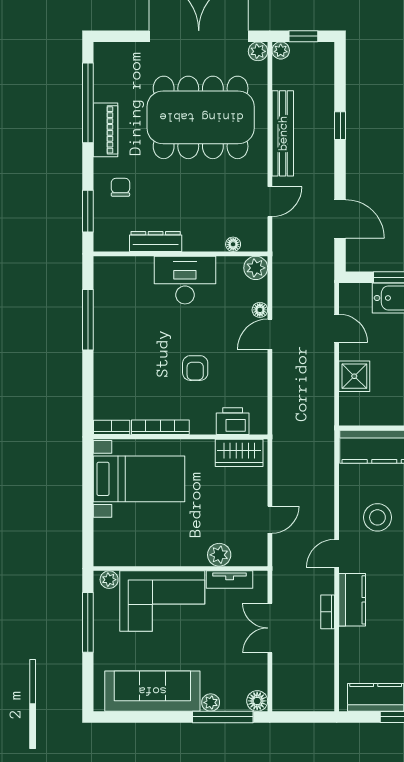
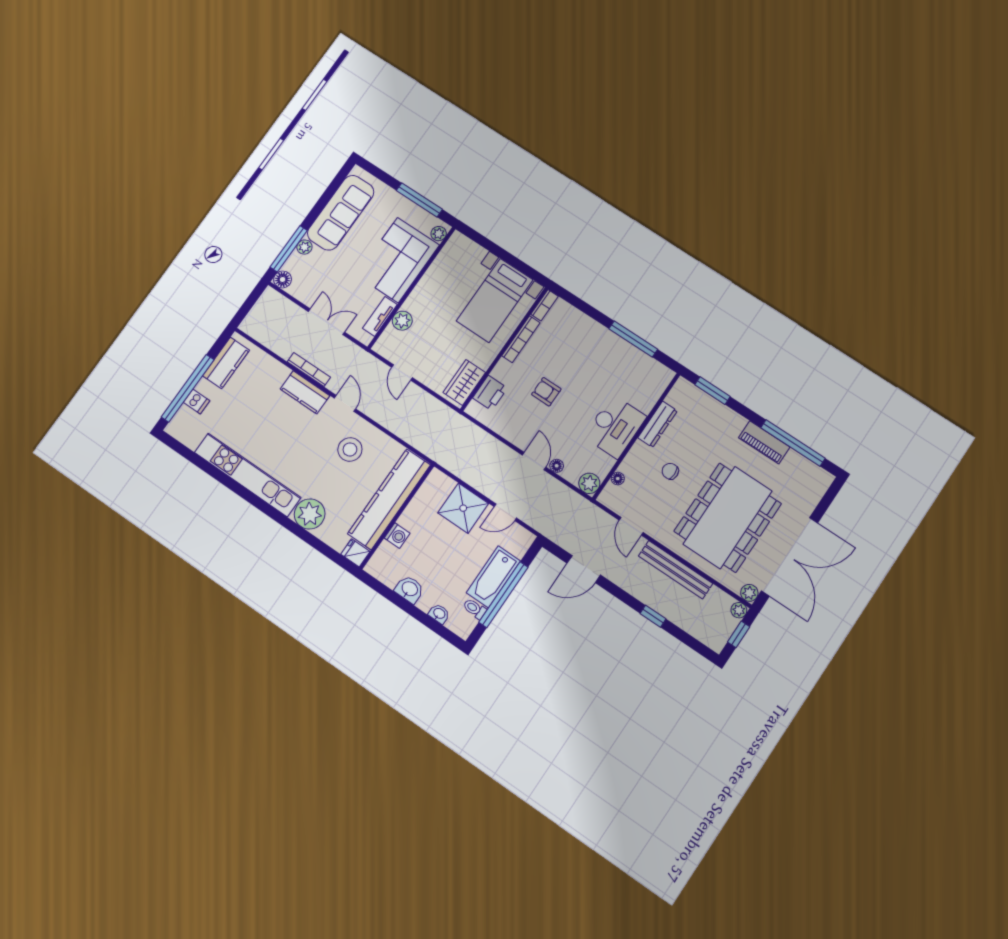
chair: (120, 187) -> (670, 471), moved, turned 180
shower: (354, 376) -> (463, 508), width x1.36, depth x1.36
bookcase: (328, 612) -> (309, 369), width x1.56

